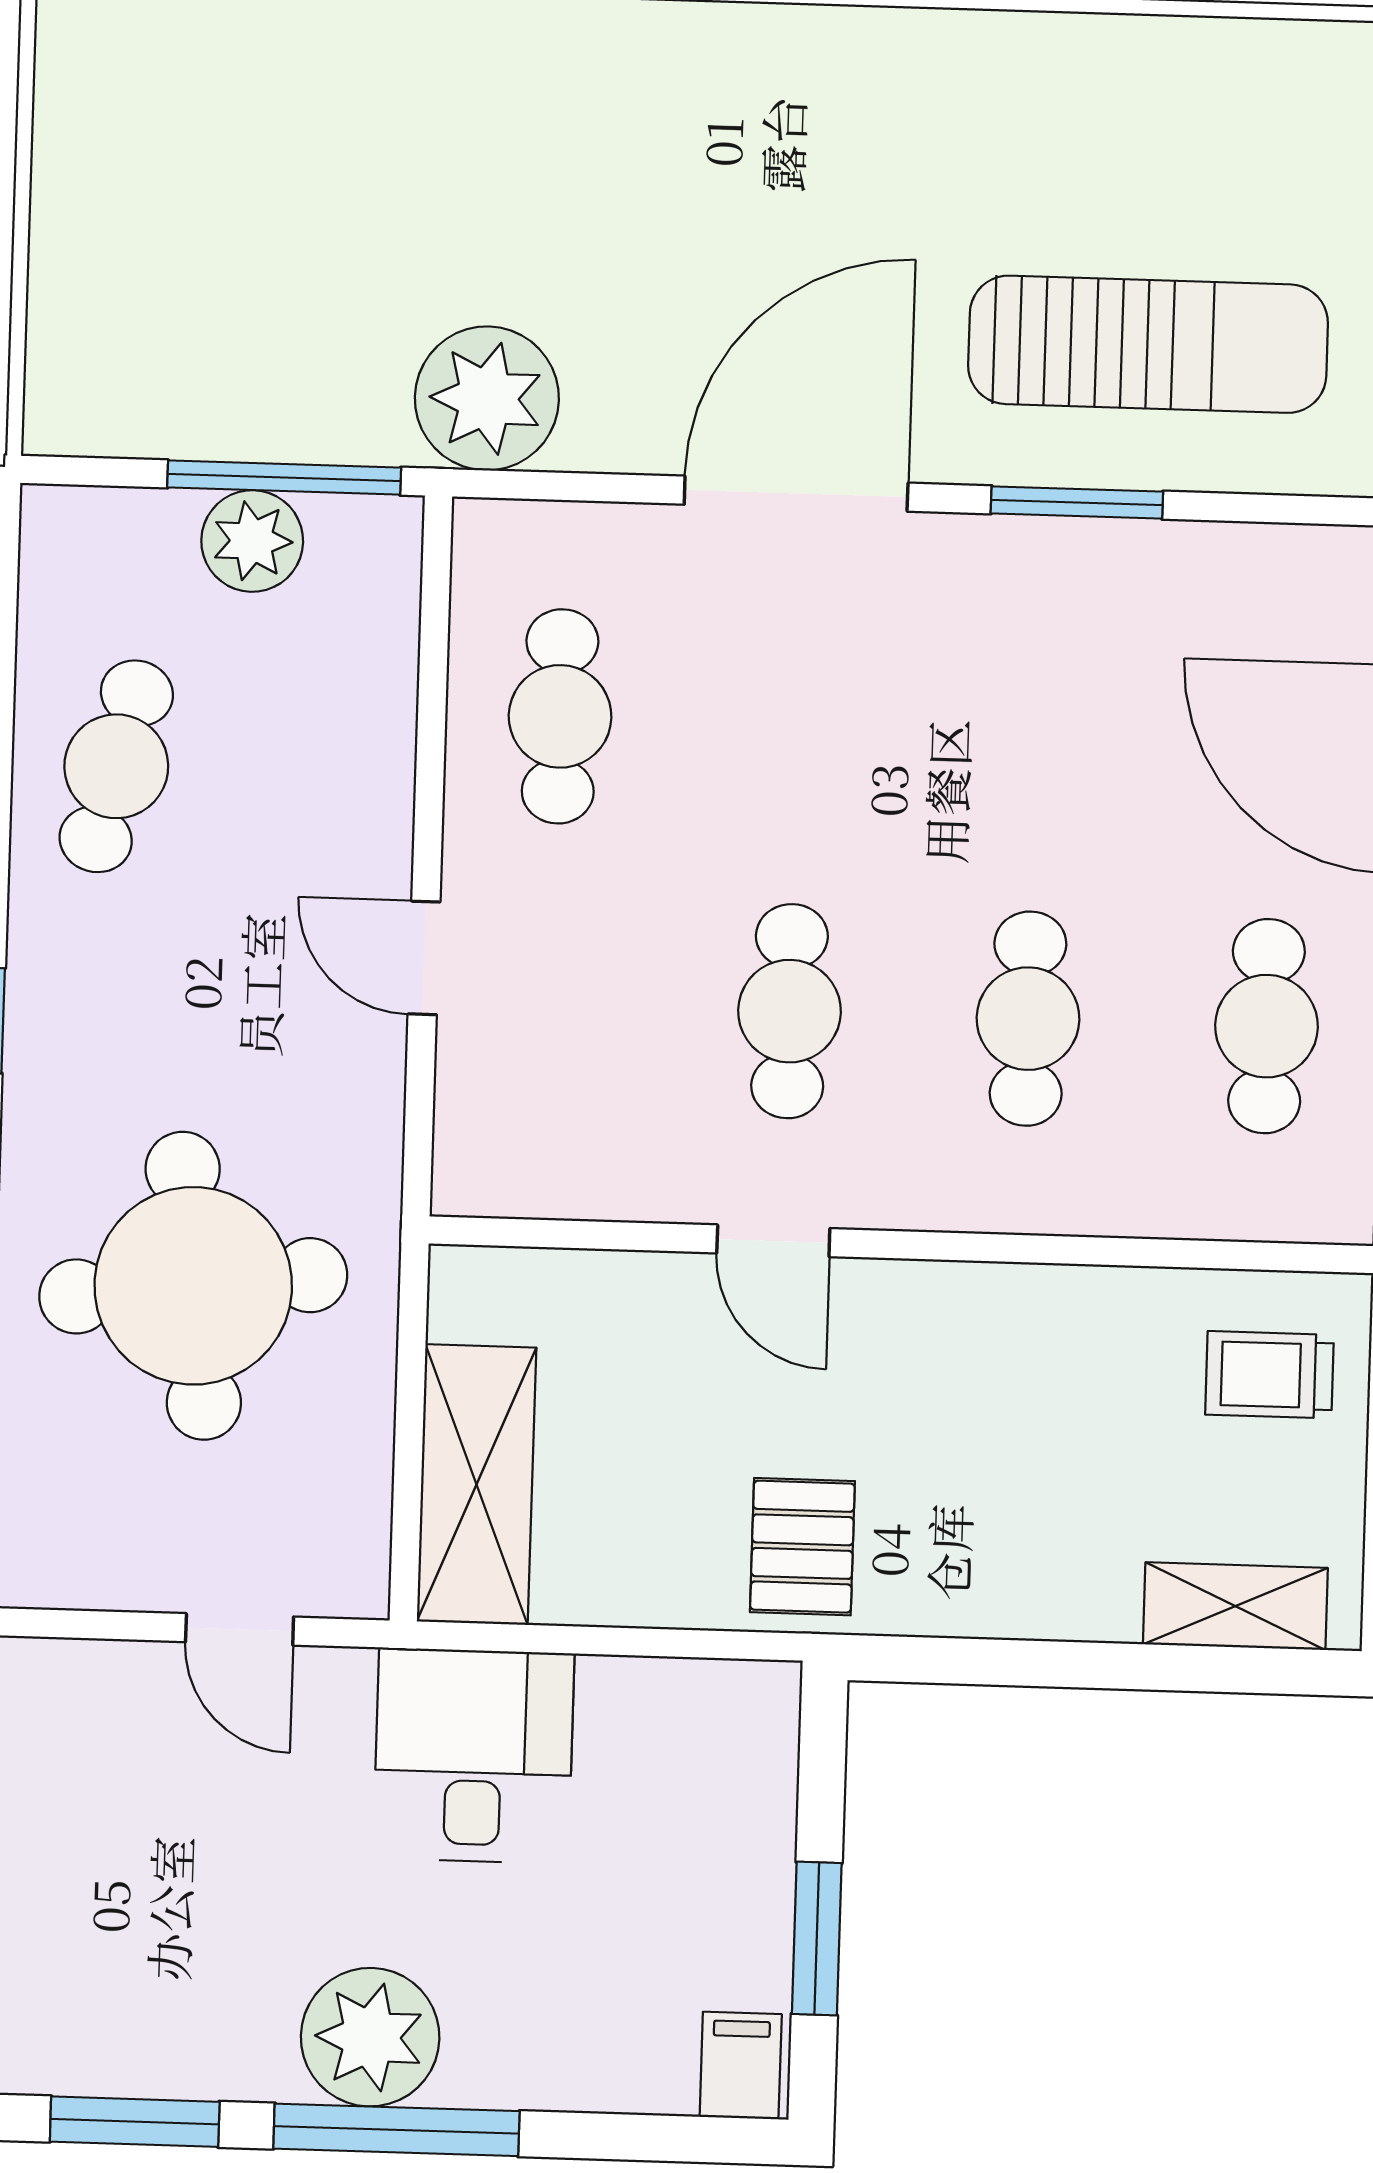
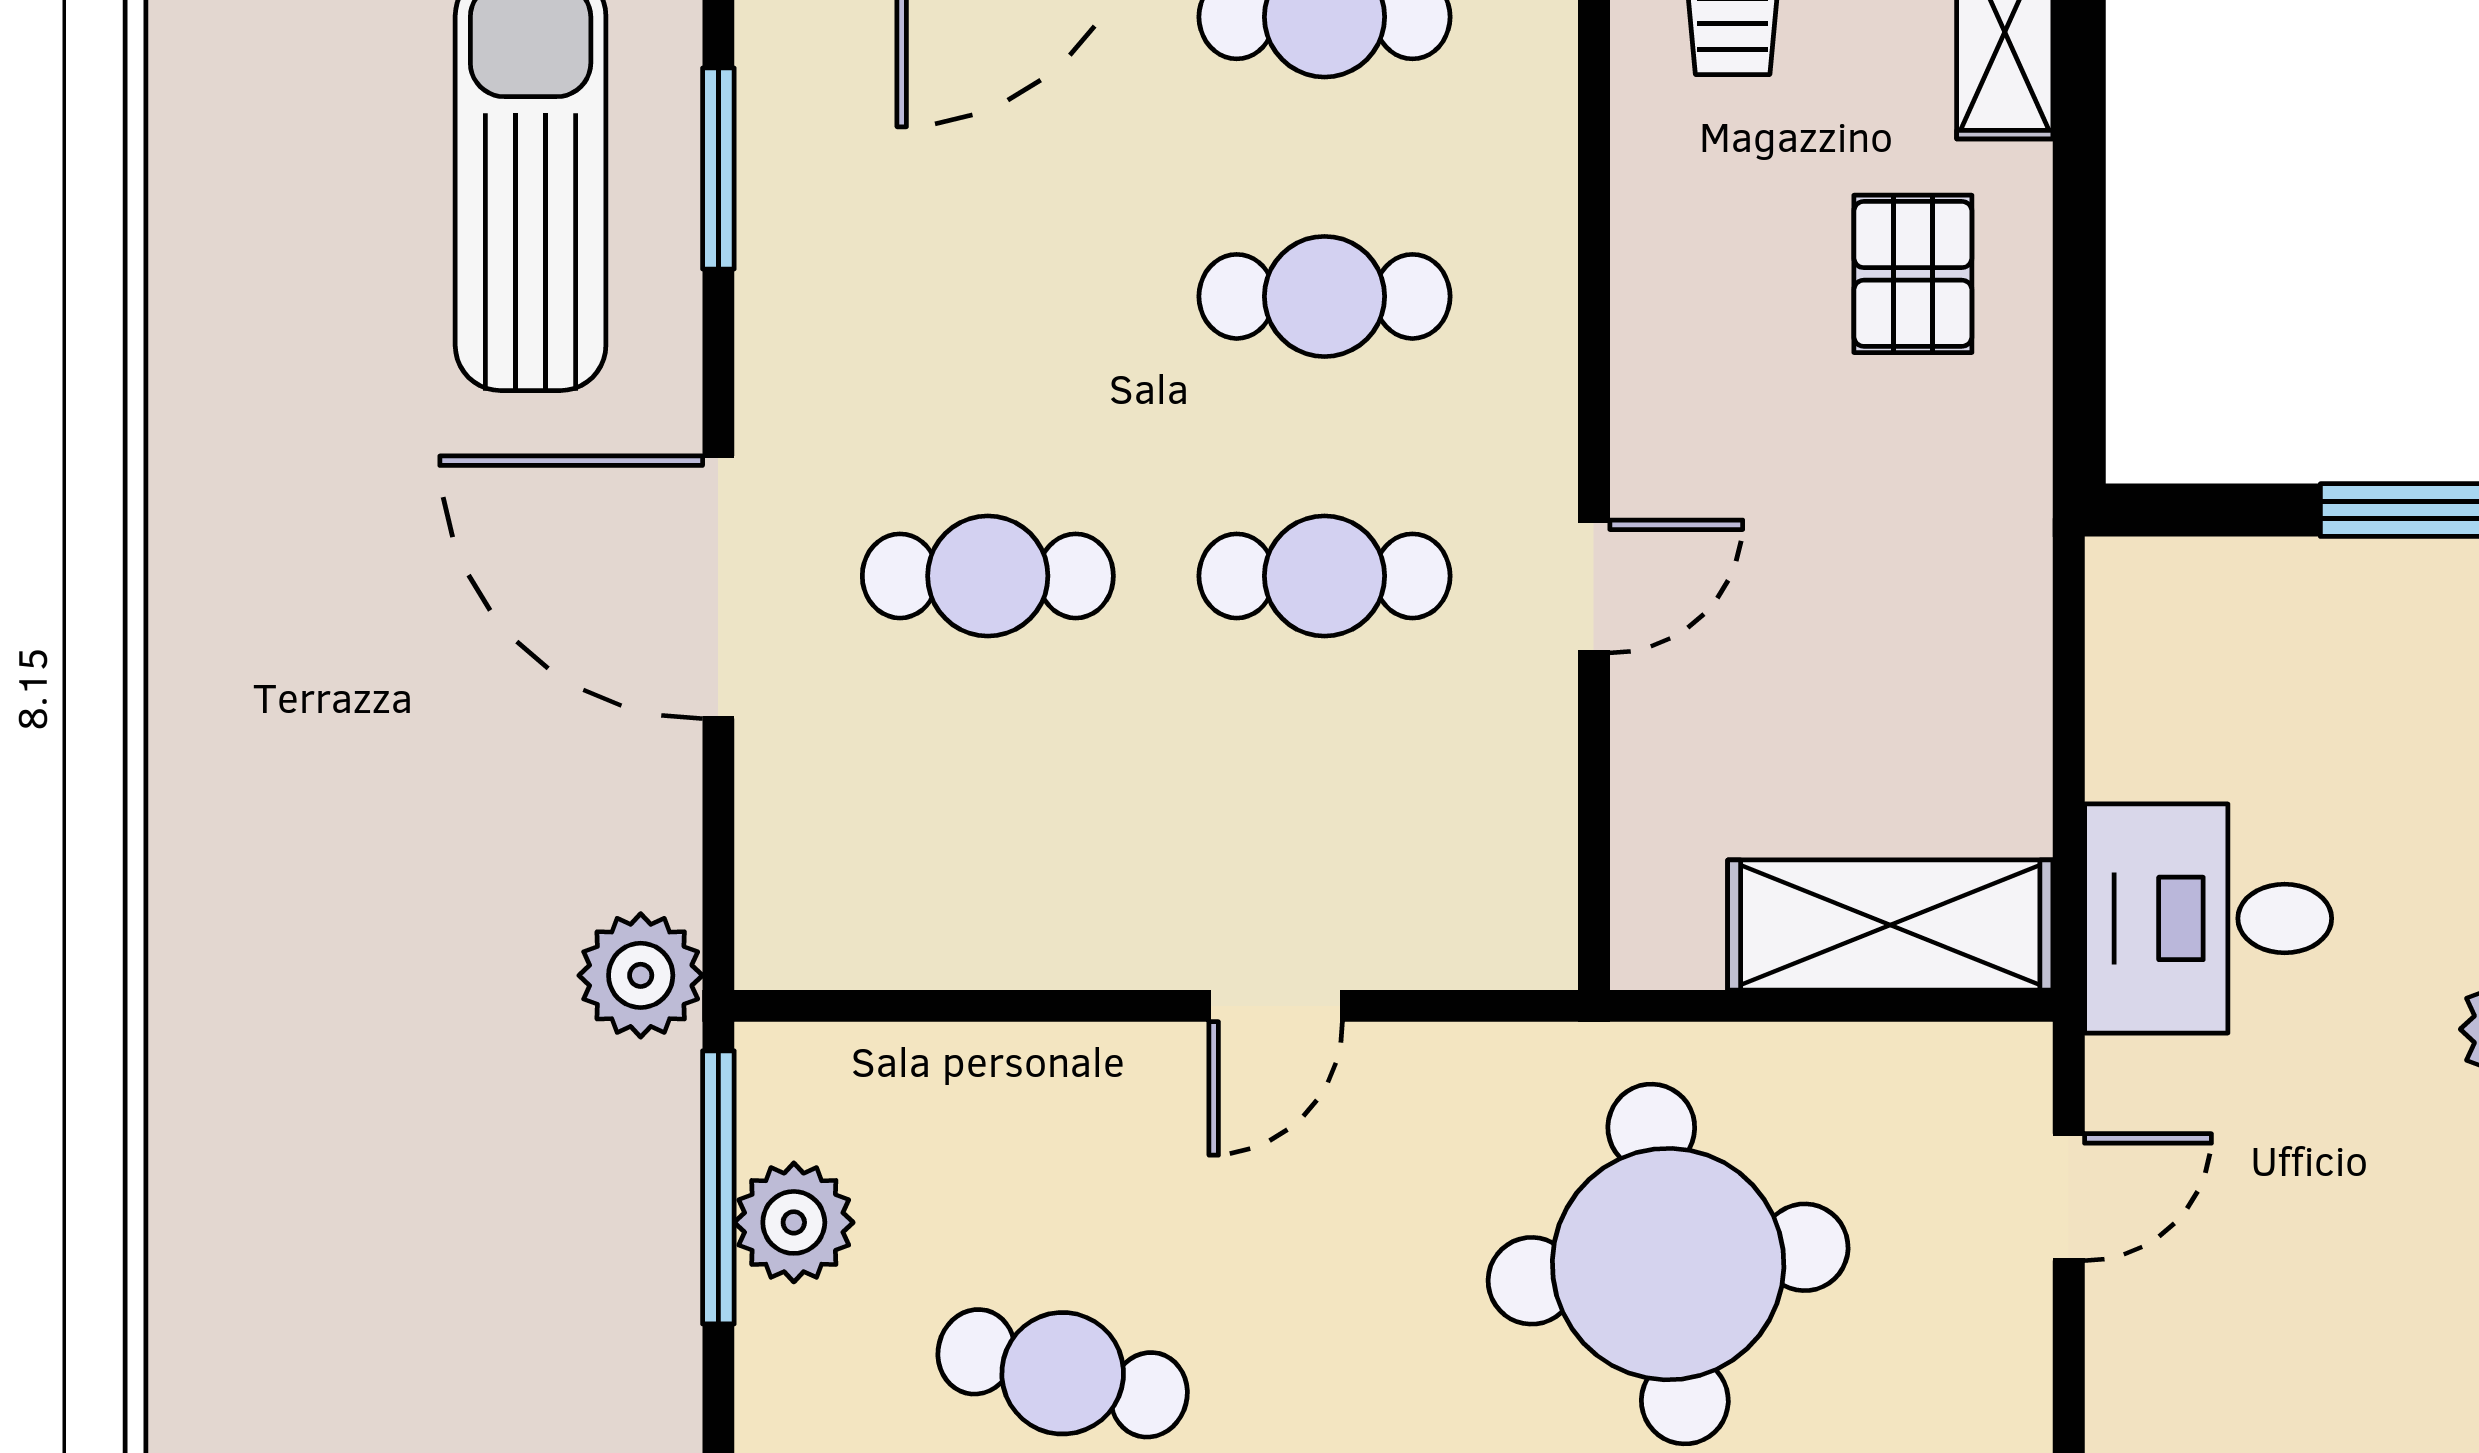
plant: (487, 398) -> (641, 975), width x0.73, depth x0.73
window: (1077, 502) -> (718, 169), moved
cafe table: (560, 716) -> (988, 576), moved
pallet: (802, 1547) -> (1913, 274), moved, turned 90

